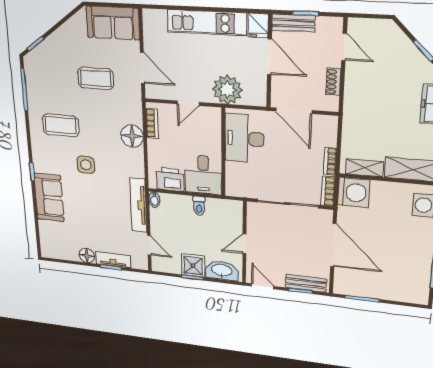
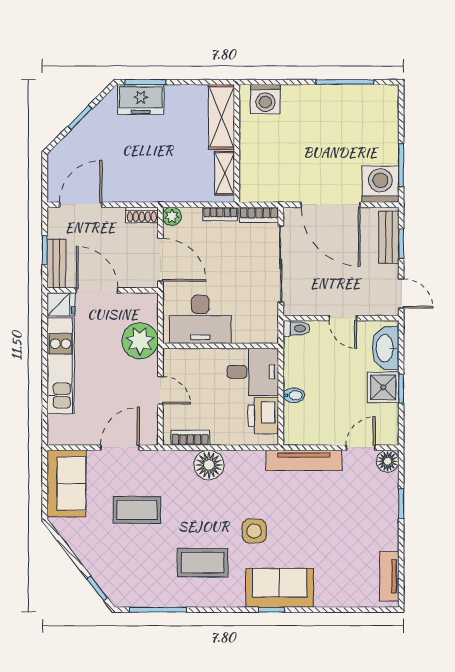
door: (344, 47) -> (81, 205), width x1.38
door: (269, 57) -> (97, 290), hinge flipped
coffee table: (96, 78) -> (137, 510), turned 90
shoe rack: (333, 82) -> (142, 215), moved
door: (294, 111) -> (160, 260), hinge flipped
plant: (330, 123) -> (172, 216), added
coffee table: (61, 125) -> (203, 563), turned 90
washing machine: (354, 192) -> (380, 184), moved
sofa: (49, 197) -> (280, 588), moved
bidet: (154, 200) -> (294, 395), moved
toilet: (199, 206) -> (296, 329), moved
door: (333, 245) -> (331, 205), swing flipped
floor lamp: (87, 256) -> (388, 461), moved
tv unit: (113, 260) -> (389, 576), moved
door: (263, 286) -> (401, 293), swing flipped

